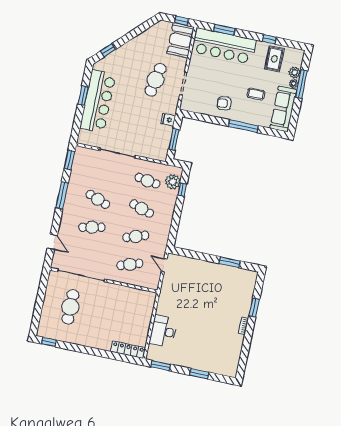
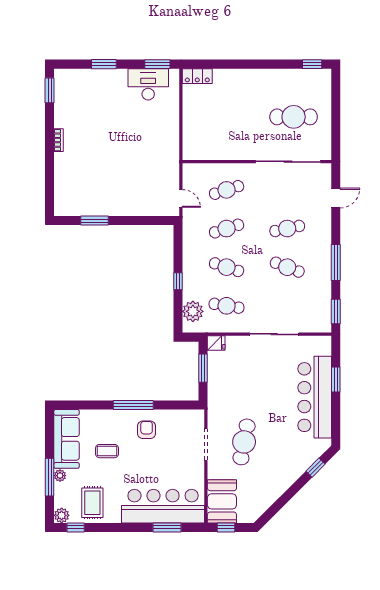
window: (269, 39) -> (76, 527), moved
plant: (295, 73) -> (62, 515), moved
window: (83, 95) -> (336, 380), moved
armchair: (224, 103) -> (147, 430), turned -86
fridge: (168, 120) -> (216, 343), moved
window: (243, 126) -> (133, 405), moved
window: (182, 190) -> (178, 281), moved
door: (52, 242) -> (336, 198), swing flipped
cafe table: (70, 307) -> (294, 117), turned 90
window: (254, 307) -> (50, 90), moved
desk: (163, 331) -> (148, 84), moved, turned -90
locker: (128, 350) -> (197, 76), width x0.66

